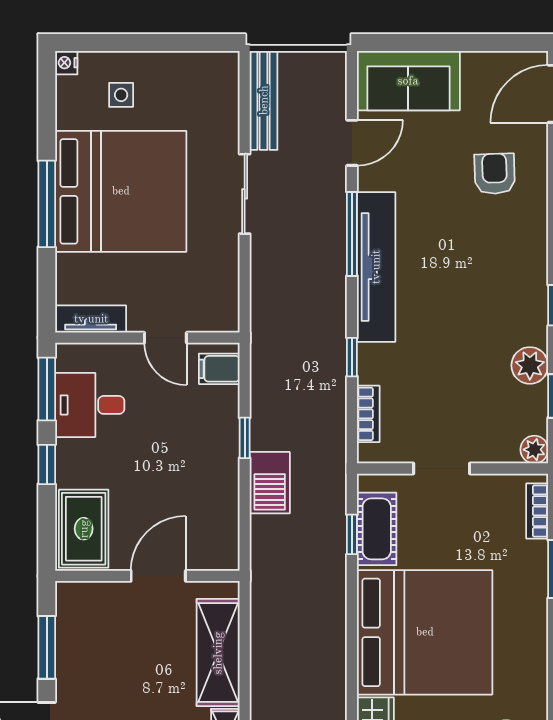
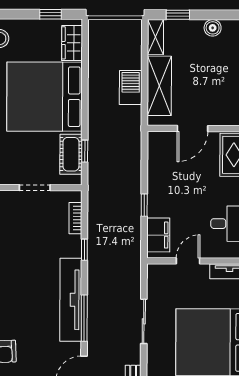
sliding door: (245, 194) -> (144, 321), moved
door: (165, 338) -> (188, 261), hinge flipped
filing cabinet: (219, 369) -> (158, 235), width x2.00
barbecue: (270, 483) -> (131, 87), moved

